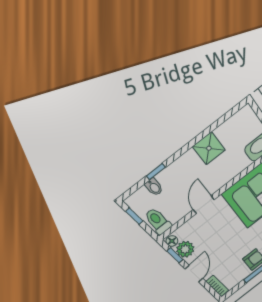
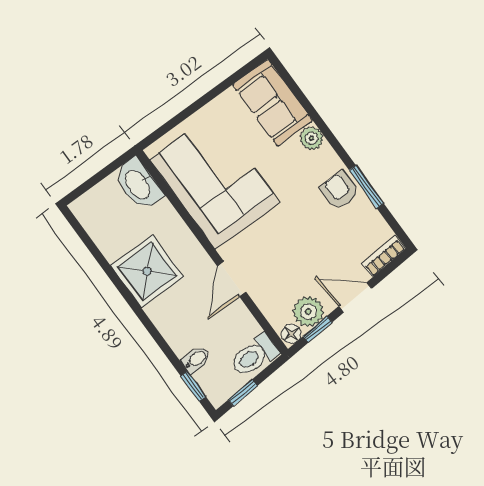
shower: (209, 148) -> (147, 271), width x1.36, depth x1.36
window: (156, 172) -> (193, 386), moved
door: (204, 205) -> (232, 279), hinge flipped

